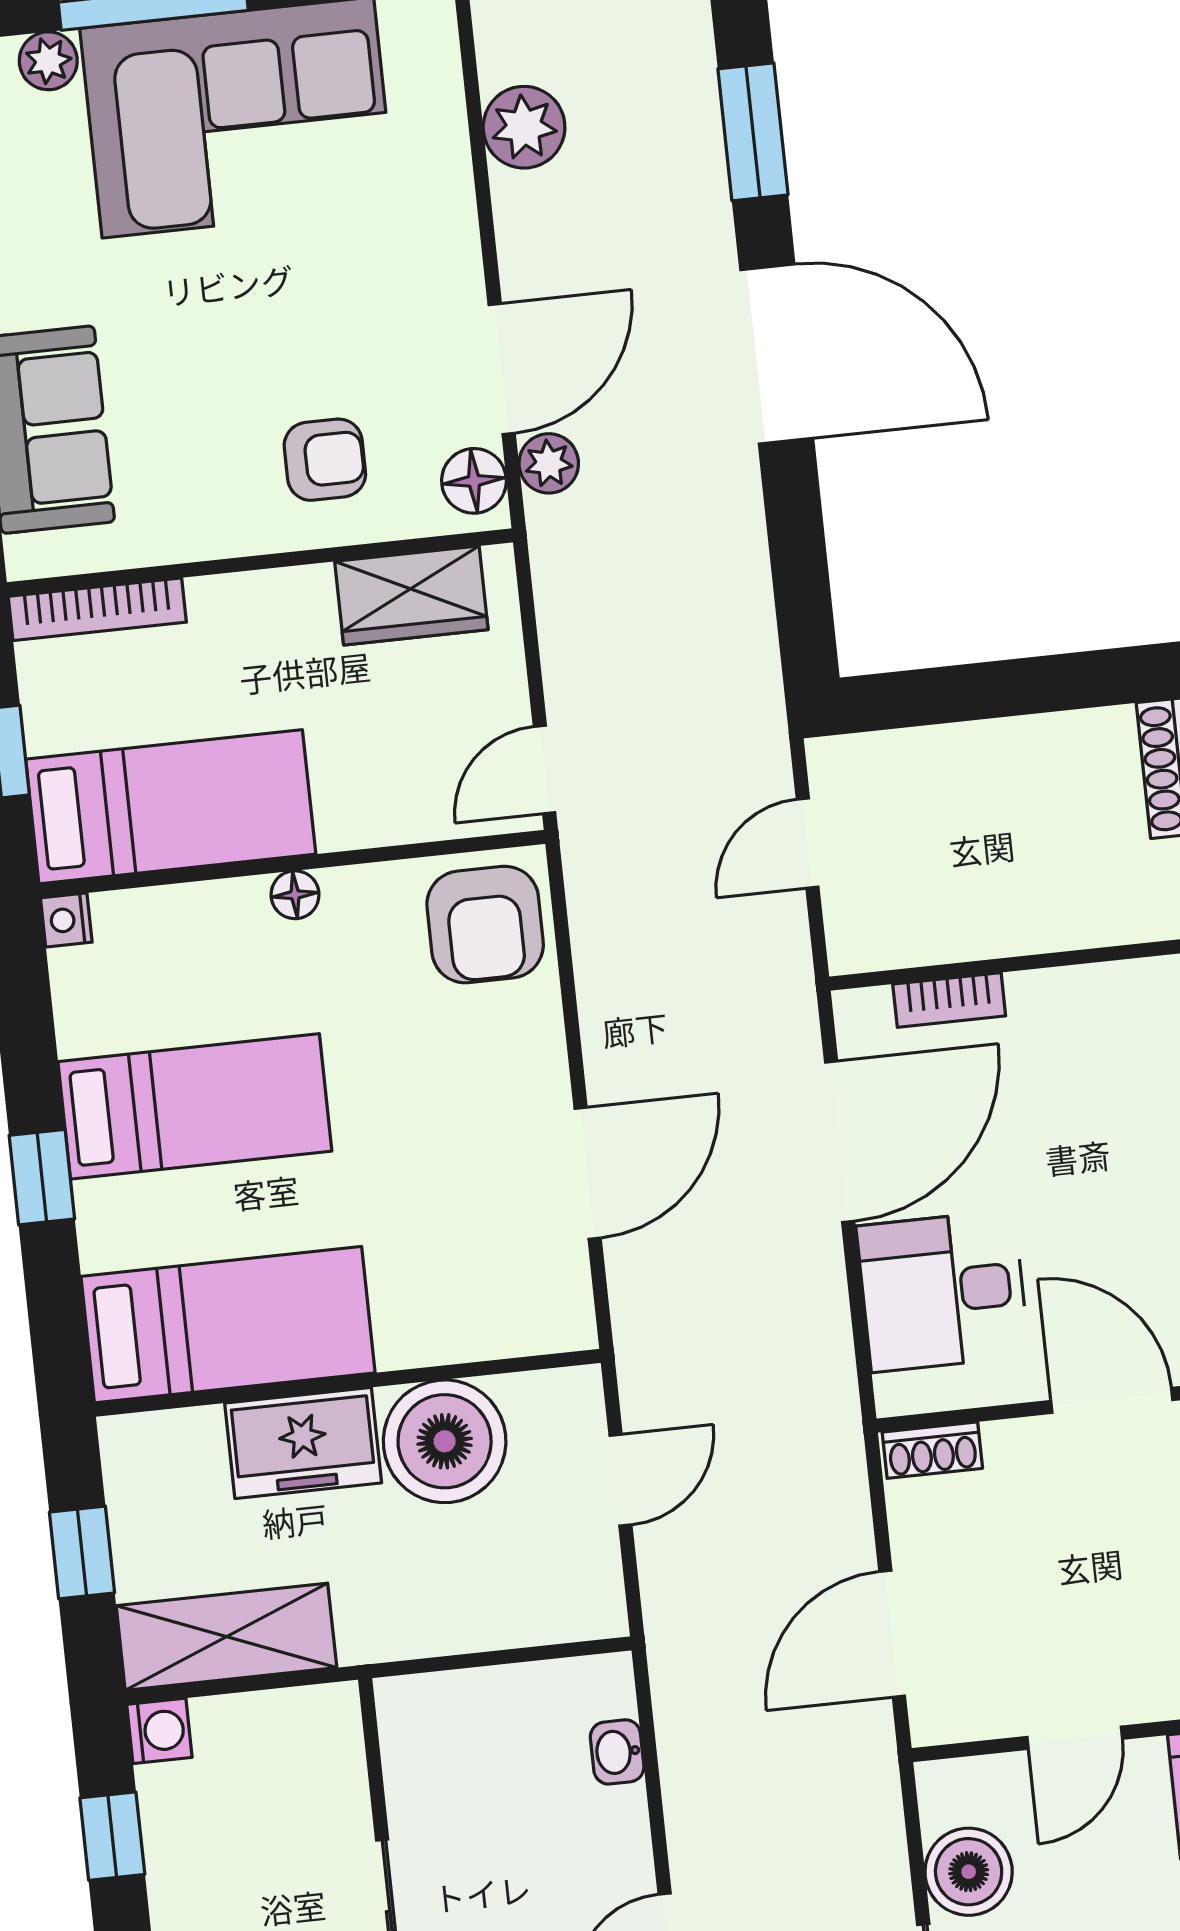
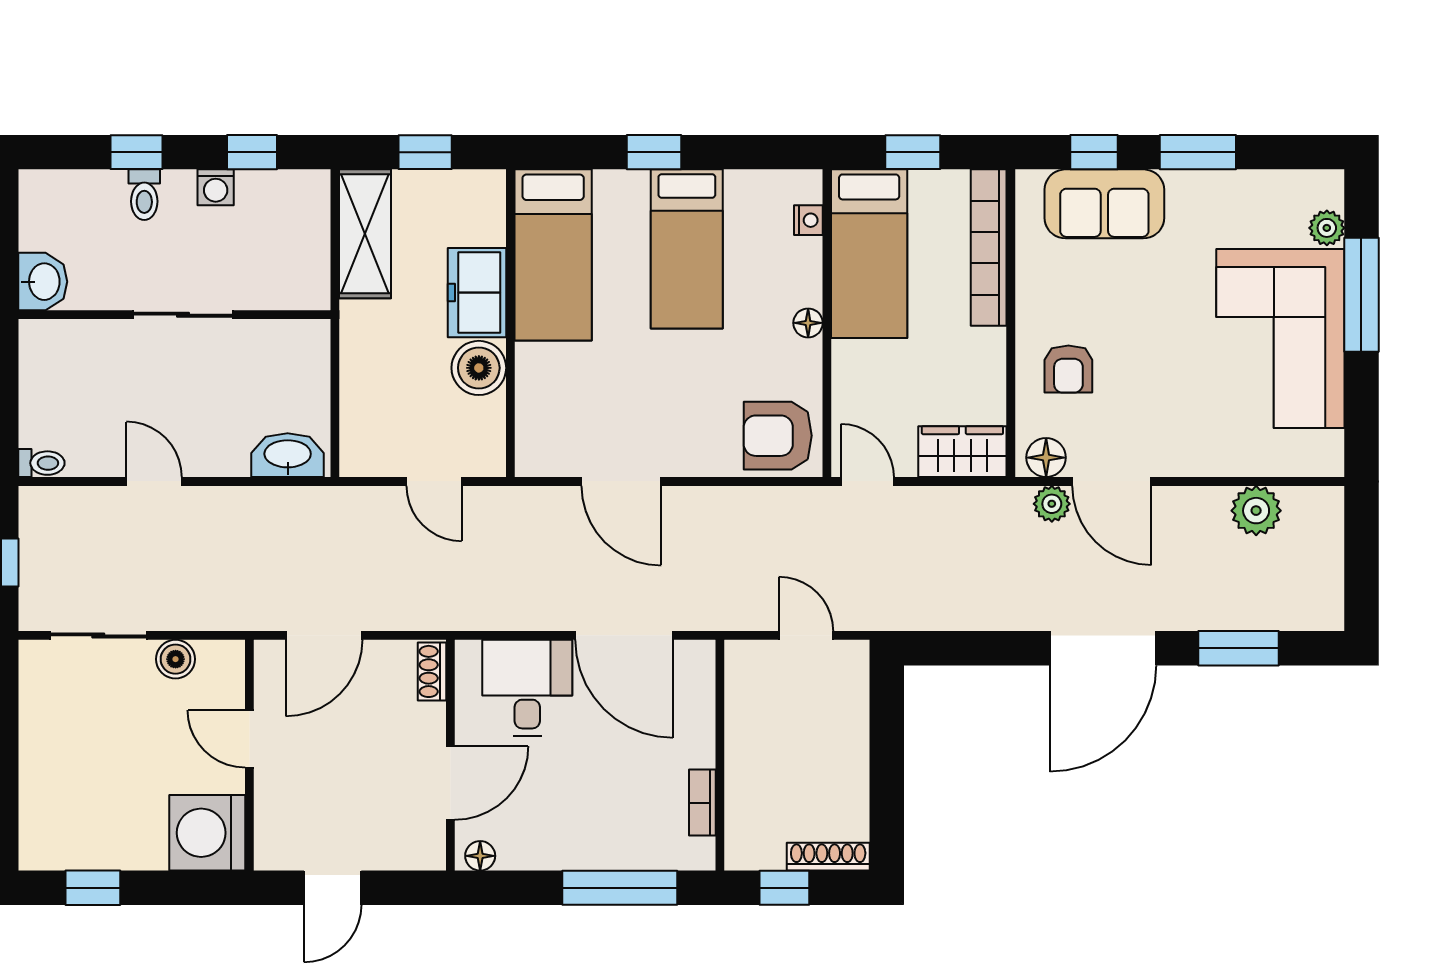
wardrobe: (411, 596) -> (962, 452), moved, turned 90
bookcase: (97, 609) -> (989, 248), width x1.48, depth x1.31
nightstand: (66, 920) -> (808, 220), moved, turned 90
bookcase: (949, 1000) -> (702, 803), moved
boiler: (445, 1441) -> (479, 368), width x0.73, depth x0.73
door: (892, 1634) -> (324, 635), swing flipped
washing machine: (159, 1731) -> (216, 187), moved
washbasin: (617, 1752) -> (288, 455), width x1.91, depth x1.45
boiler: (969, 1872) -> (176, 659), width x0.73, depth x0.73

